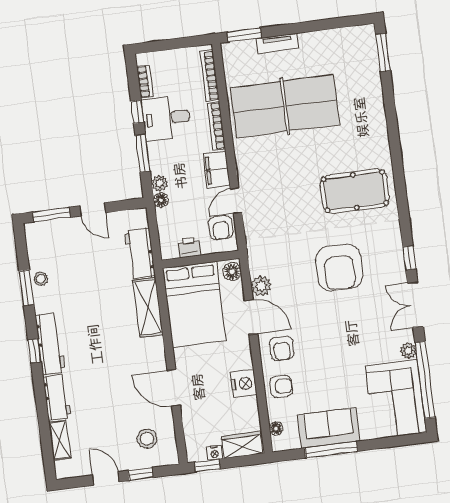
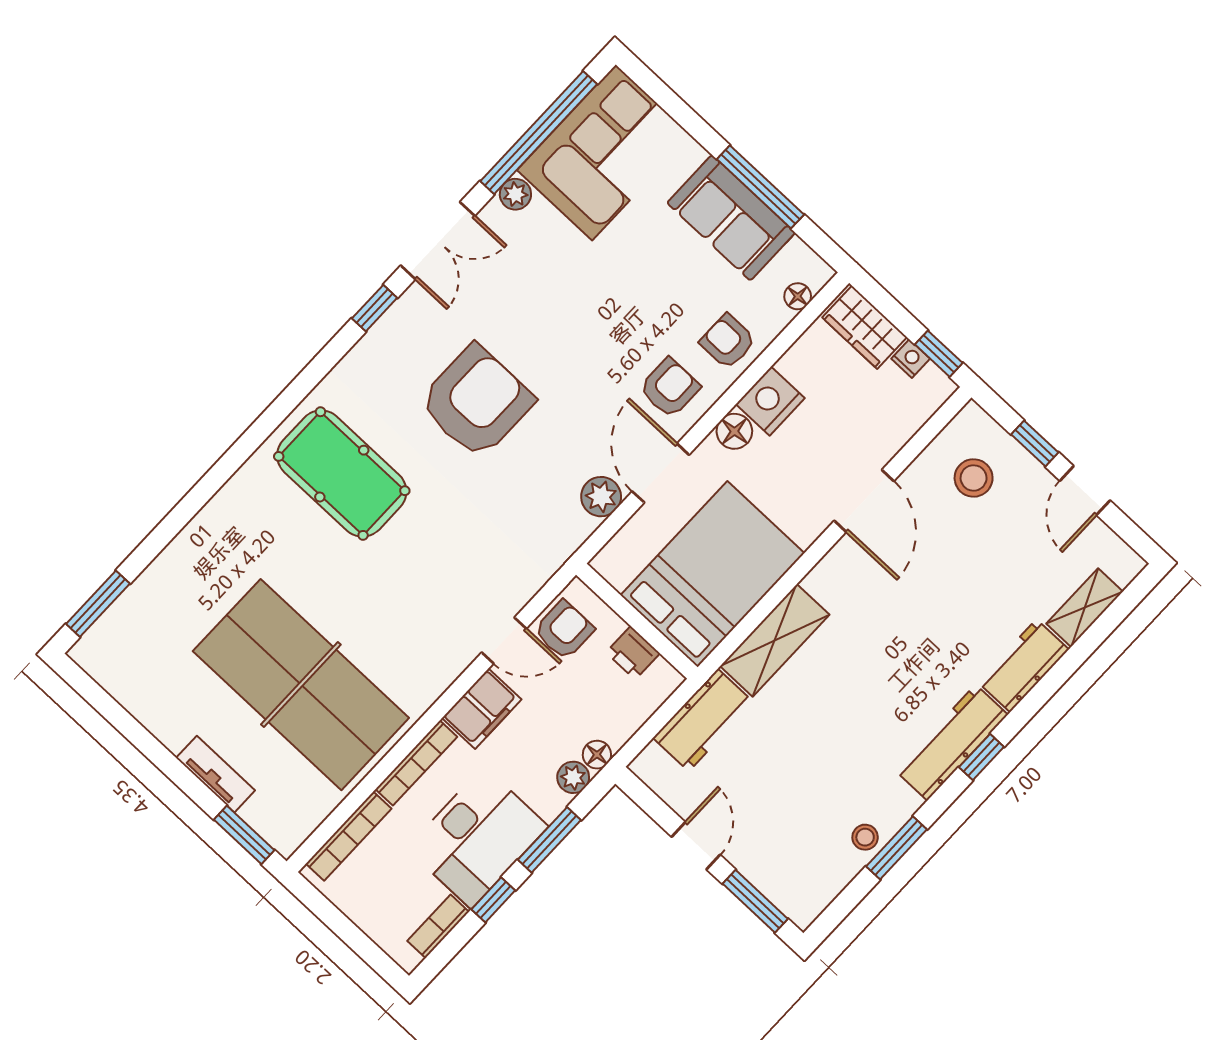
desk: (166, 118) -> (477, 837), width x1.37
floor lamp: (232, 272) -> (734, 431), moved

